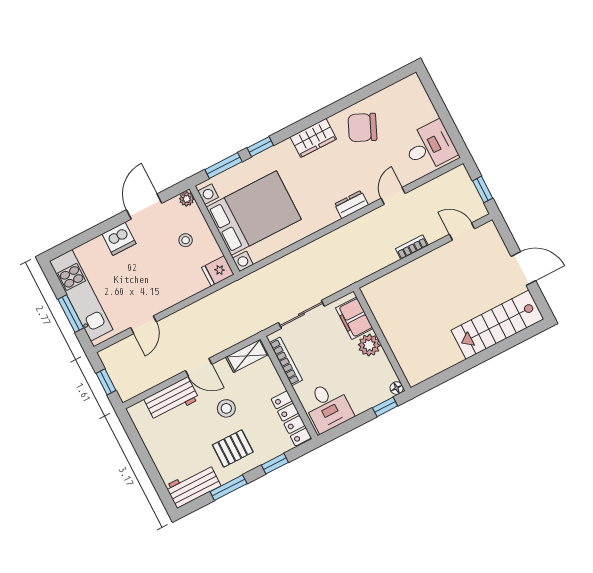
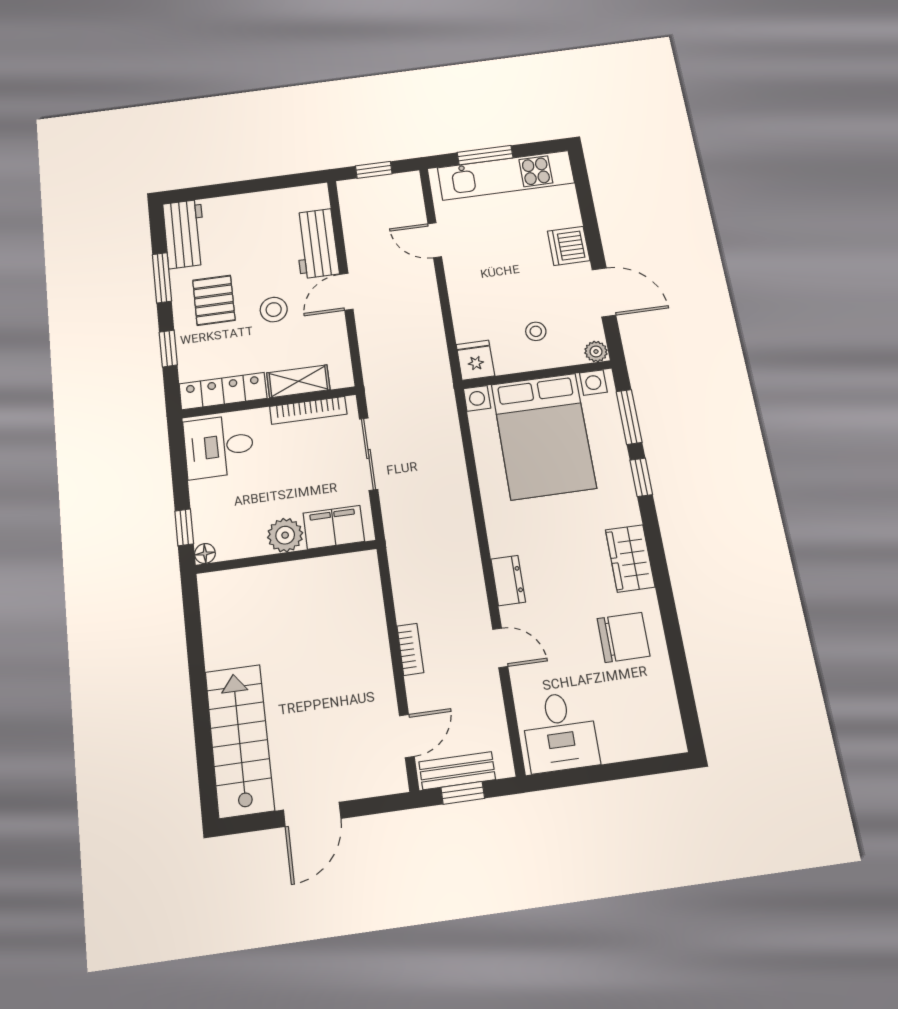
chair: (362, 127) -> (623, 637), turned 66
bench: (471, 197) -> (457, 771), added
shelving: (247, 356) -> (298, 381), moved, turned 90

